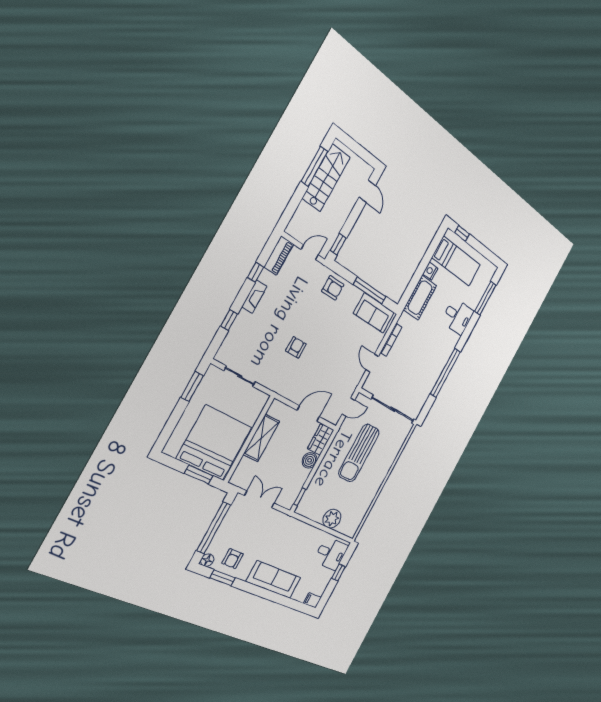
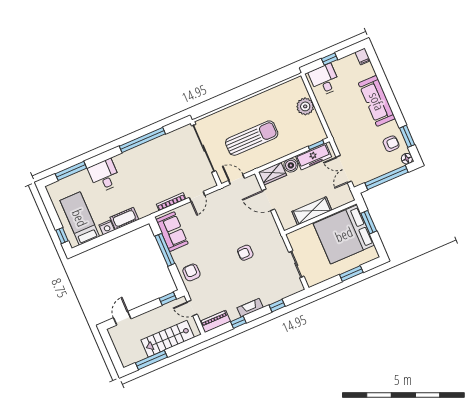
stairs: (326, 178) -> (168, 339), moved
cot: (420, 298) -> (124, 218), width x0.73, depth x0.75
window: (192, 386) -> (351, 273), moved
freezer: (295, 485) -> (313, 156), added

